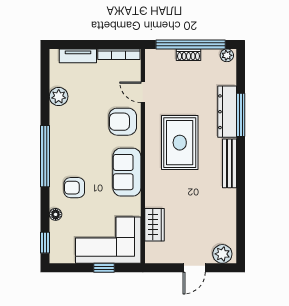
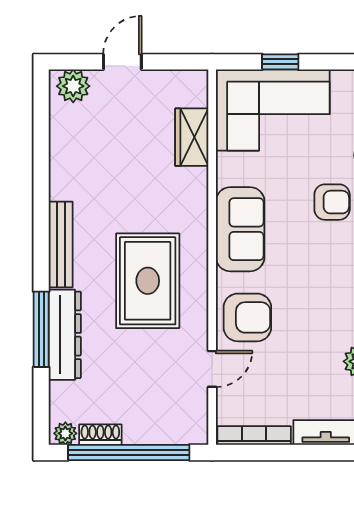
shoe rack: (189, 55) -> (100, 435), moved
door: (143, 92) -> (212, 369), hinge flipped

